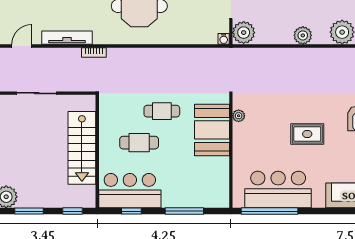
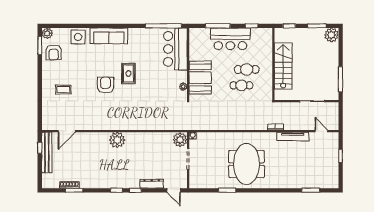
plant: (303, 35) -> (142, 138), removed
door: (22, 46) -> (321, 131), swing flipped
cafe table: (162, 111) -> (241, 85), moved
rug: (307, 134) -> (128, 73), moved, turned 90
bar counter: (278, 189) -> (175, 49), moved, turned 90
bar counter: (130, 191) -> (230, 39), moved

